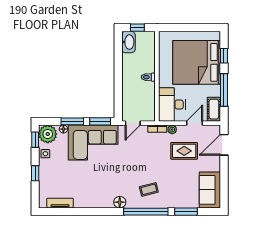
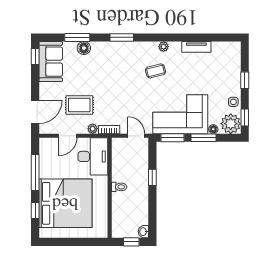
washbasin: (128, 42) -> (143, 232), width x0.52, depth x0.69
window: (118, 86) -> (152, 177), added
cot: (214, 109) -> (46, 151), removed
door: (133, 123) -> (136, 136), hinge flipped
coffee table: (149, 189) -> (155, 71), moved
window: (224, 194) -> (35, 57), added
floor lamp: (120, 202) -> (84, 48), moved
tv unit: (60, 203) -> (196, 47), moved
plant: (108, 203) -> (164, 47), added
window: (146, 212) -> (122, 37), width x0.47

